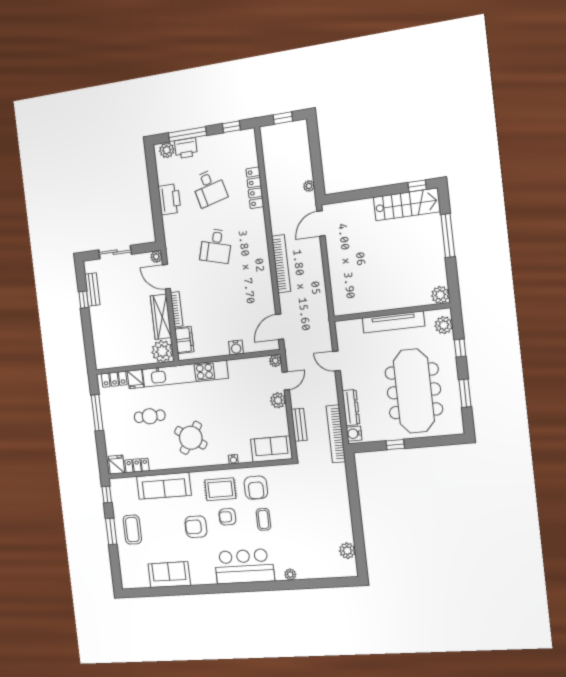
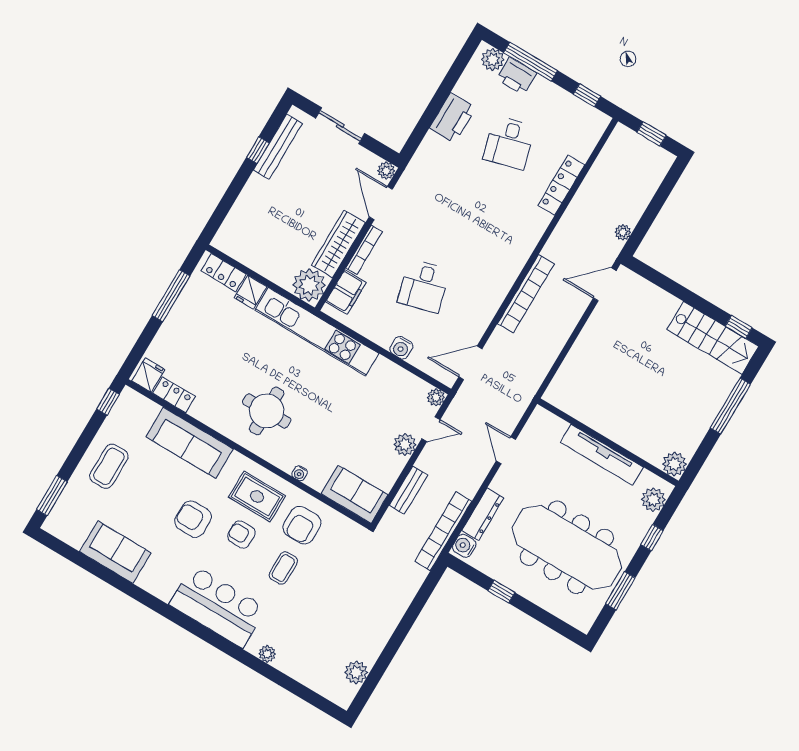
desk: (216, 246) -> (424, 286), moved, turned -30
bench: (92, 290) -> (278, 147), width x1.36
meeting table: (414, 391) -> (567, 547), turned 90
cafe table: (150, 416) -> (235, 349), removed
round table: (191, 438) -> (267, 411), turned -34
window: (111, 531) -> (52, 496), moved

